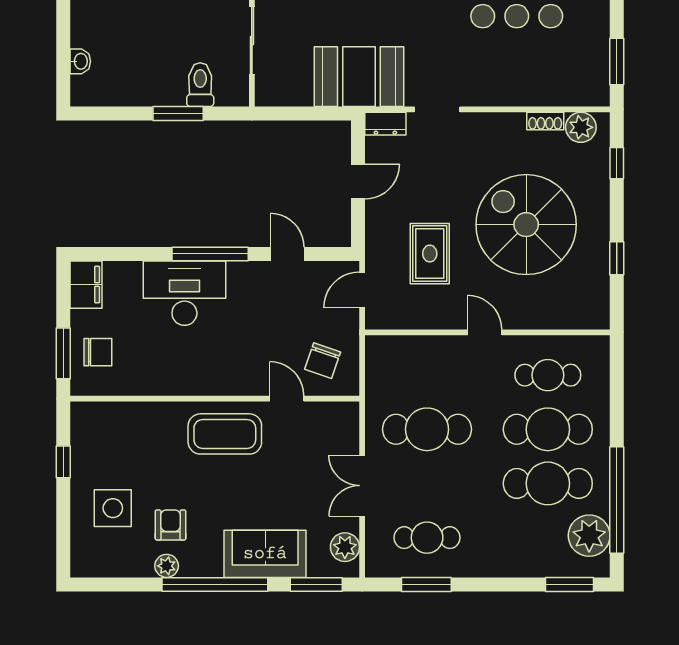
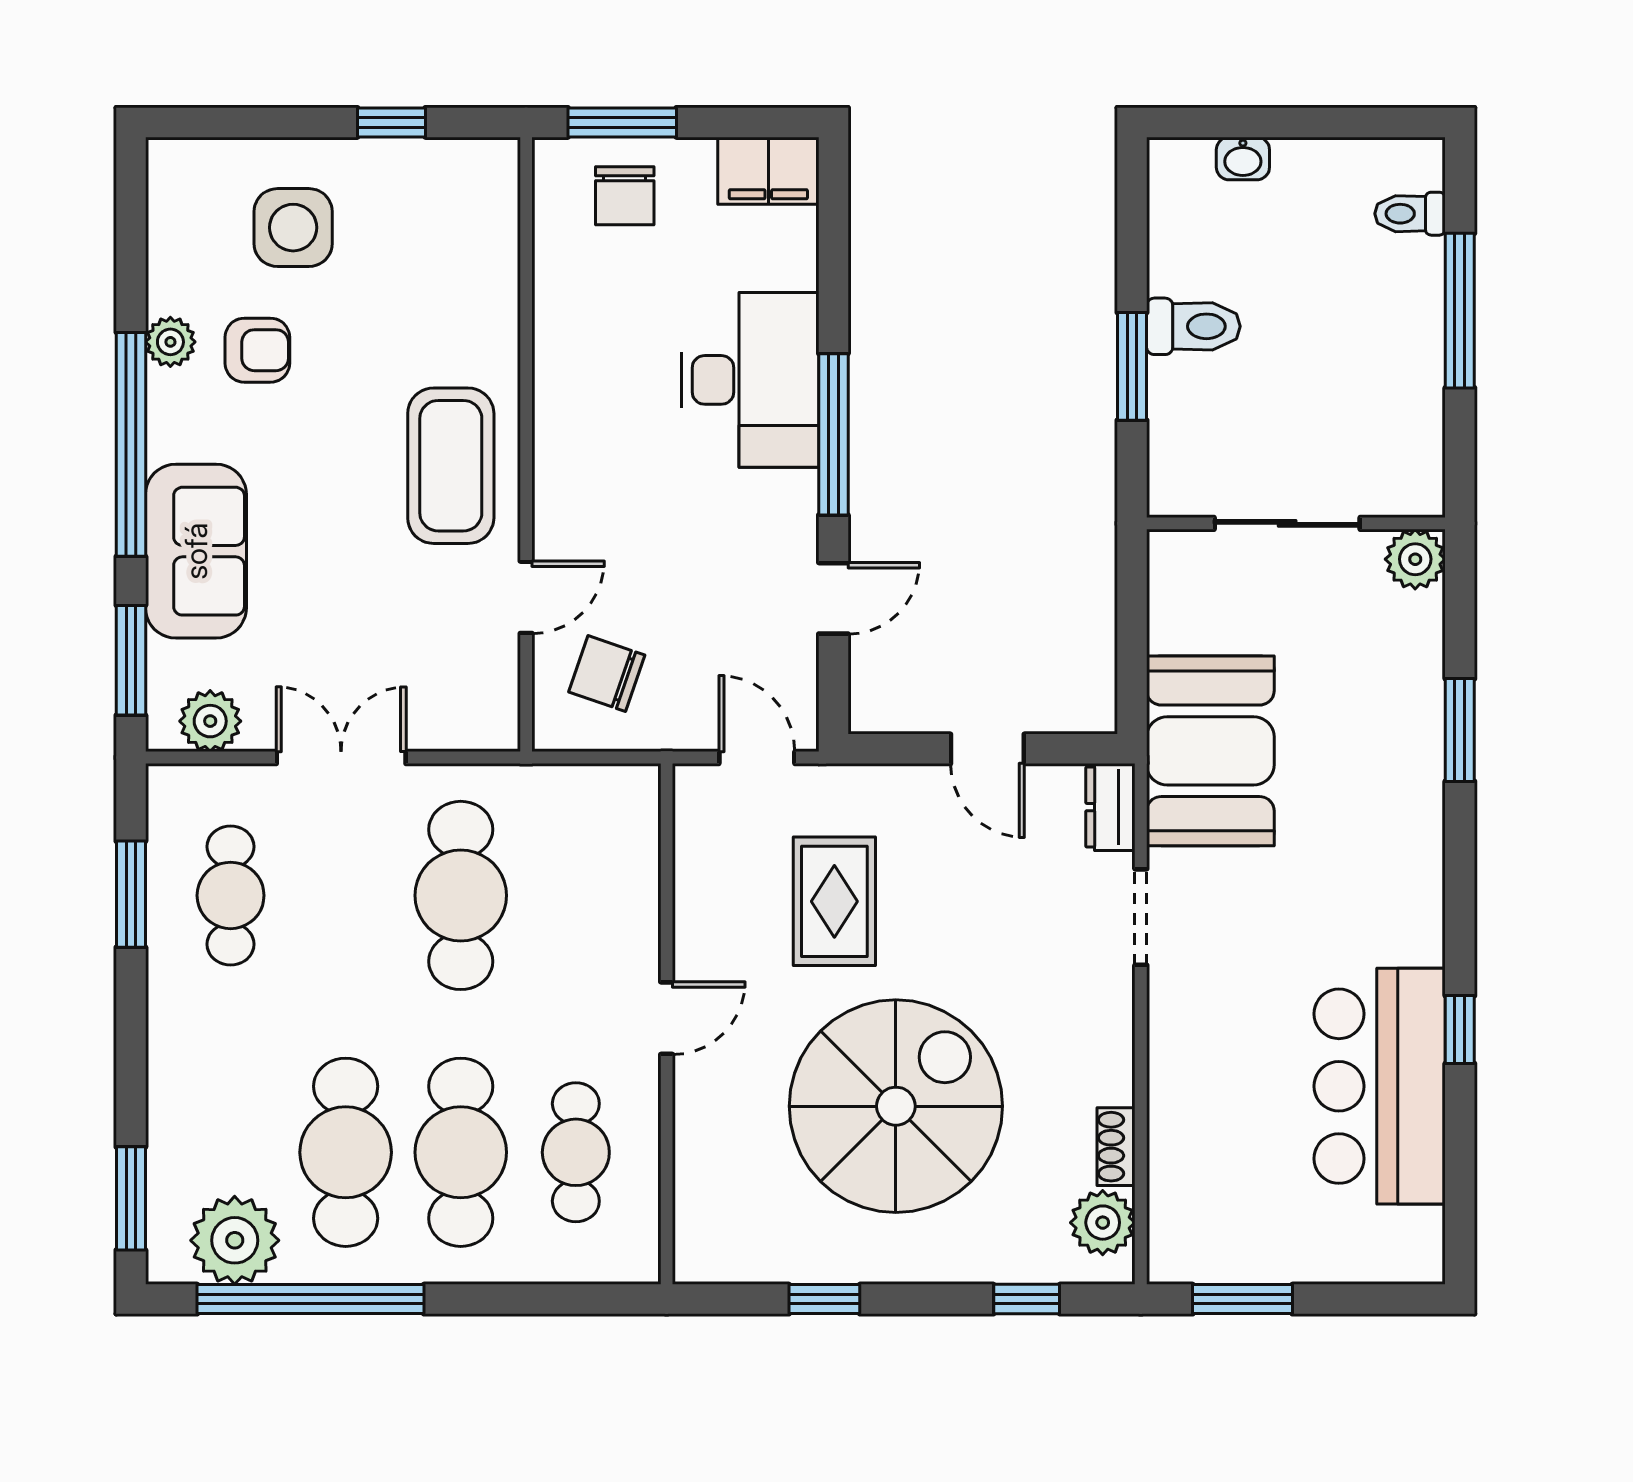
toilet: (200, 85) -> (1193, 326), moved
rug: (430, 254) -> (834, 901), turned 90

